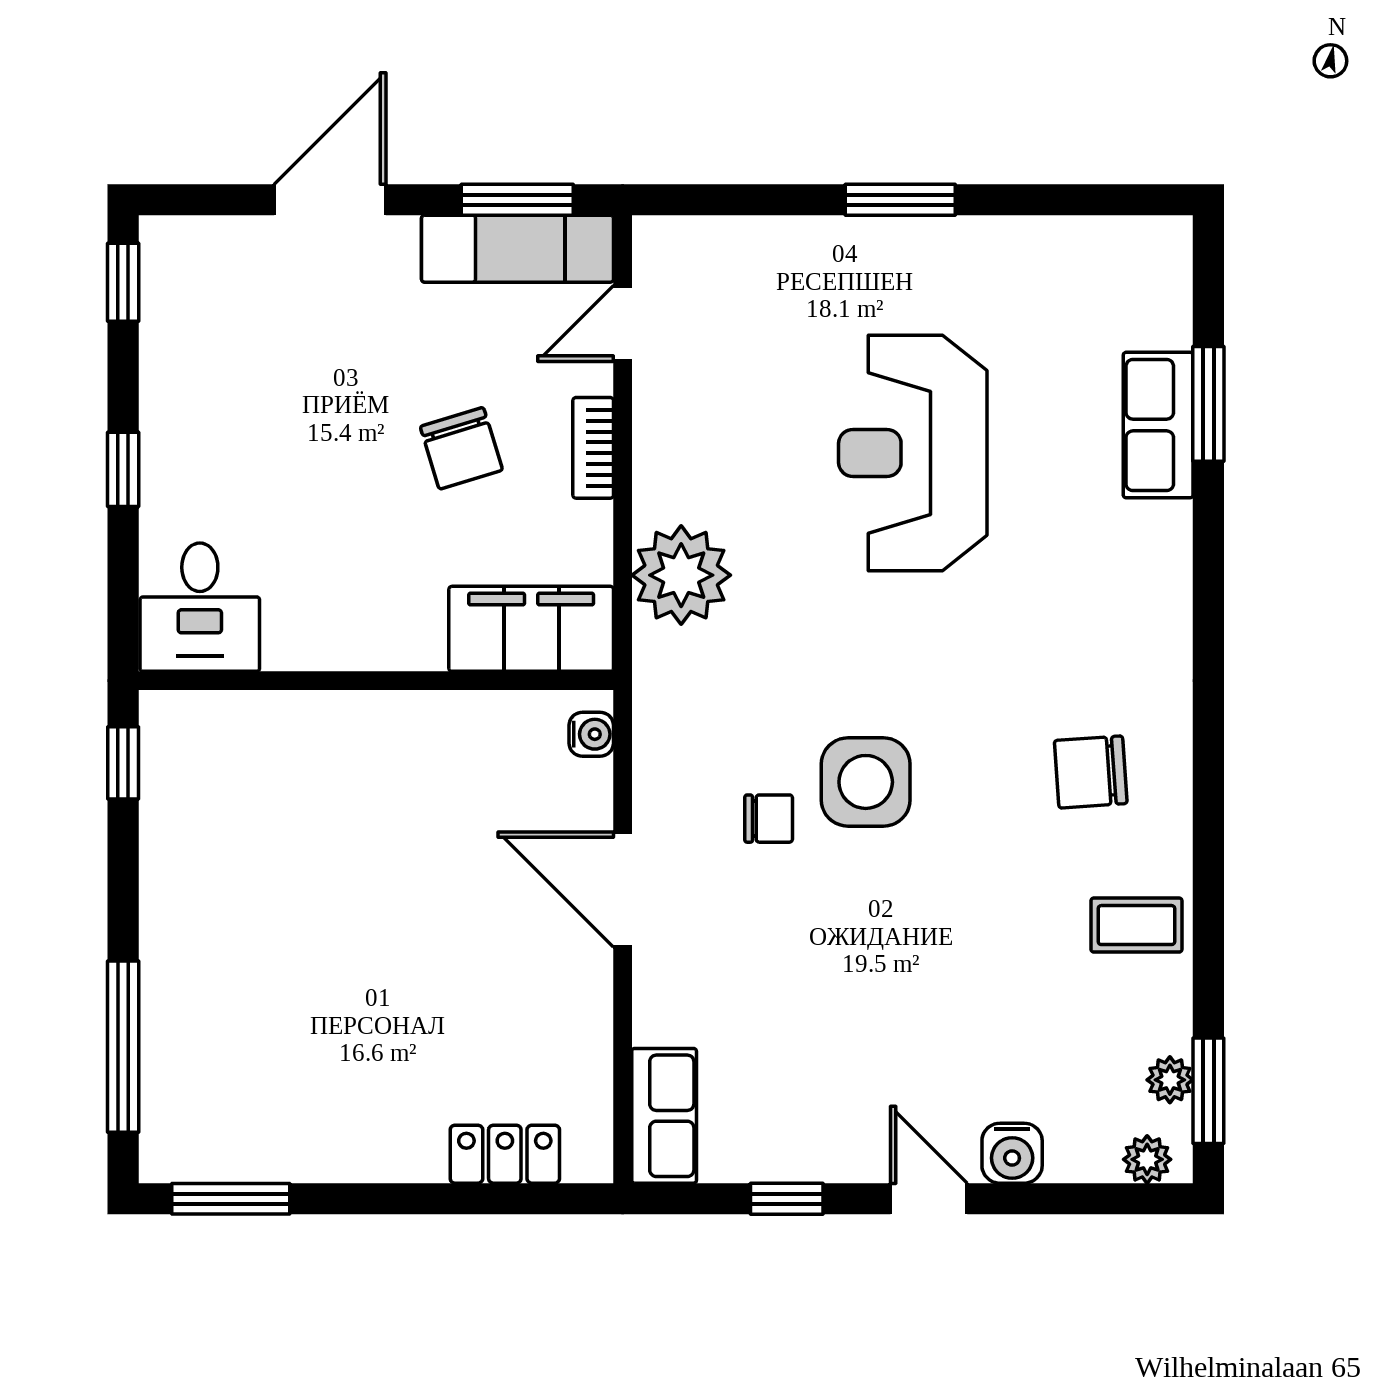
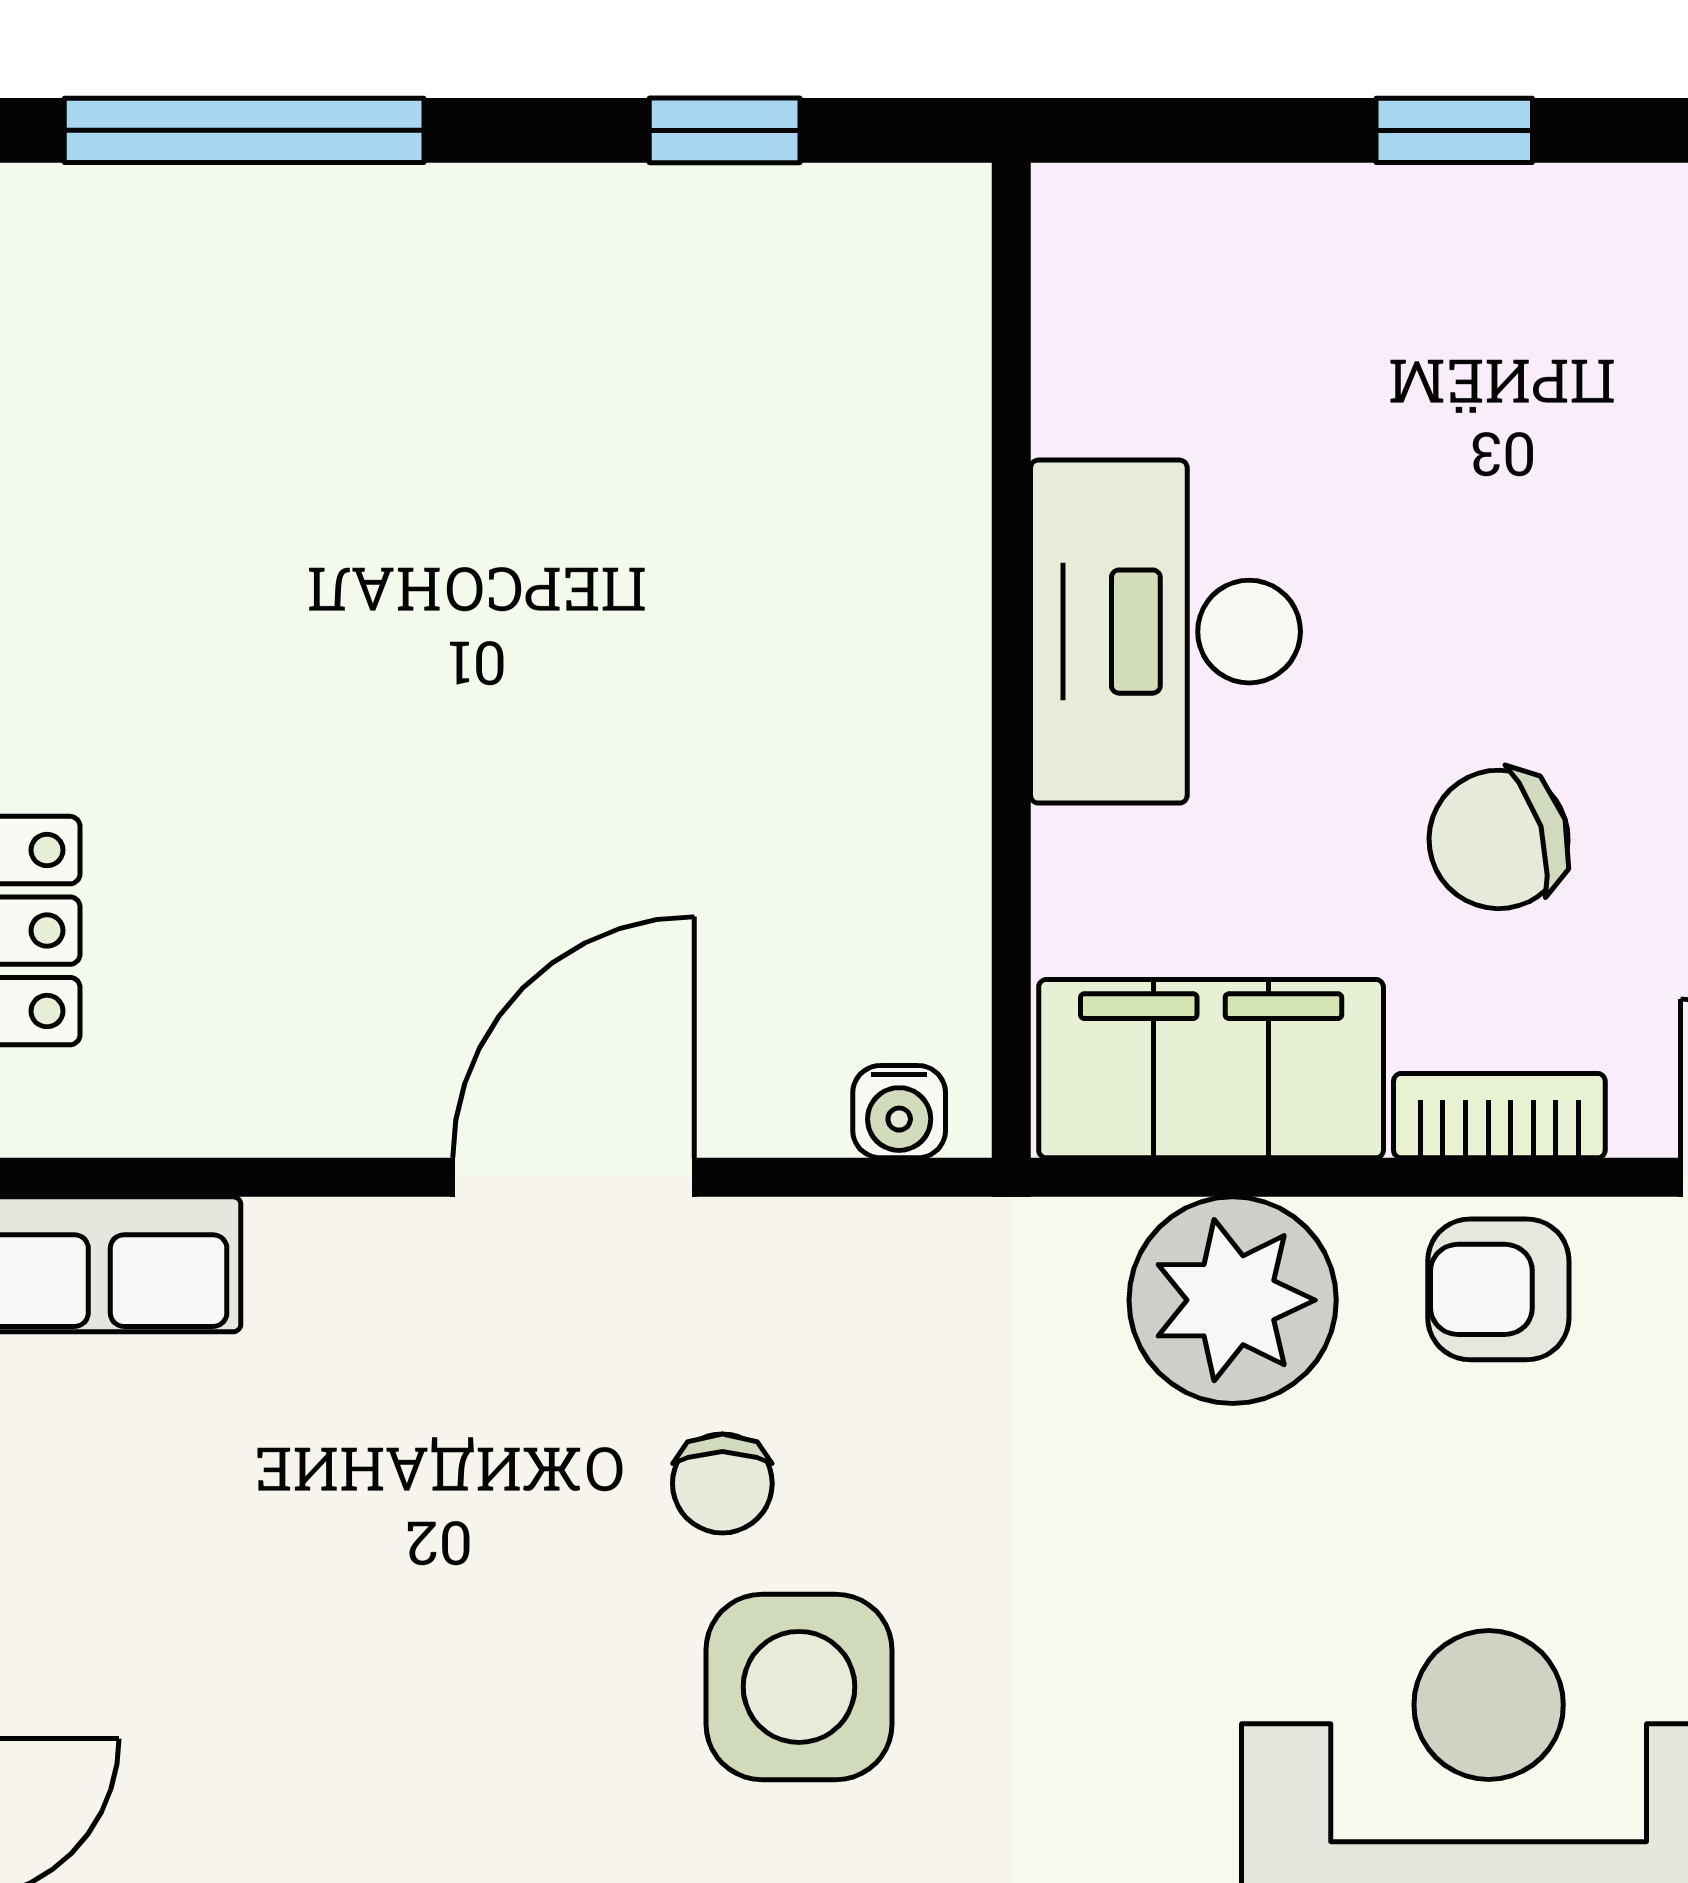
armchair: (676, 448) -> (1498, 1289), added
desk: (200, 607) -> (1165, 632), moved, width x1.37
filing cabinet: (531, 629) -> (1211, 1069), moved, turned -90
window: (123, 763) -> (725, 130), moved

